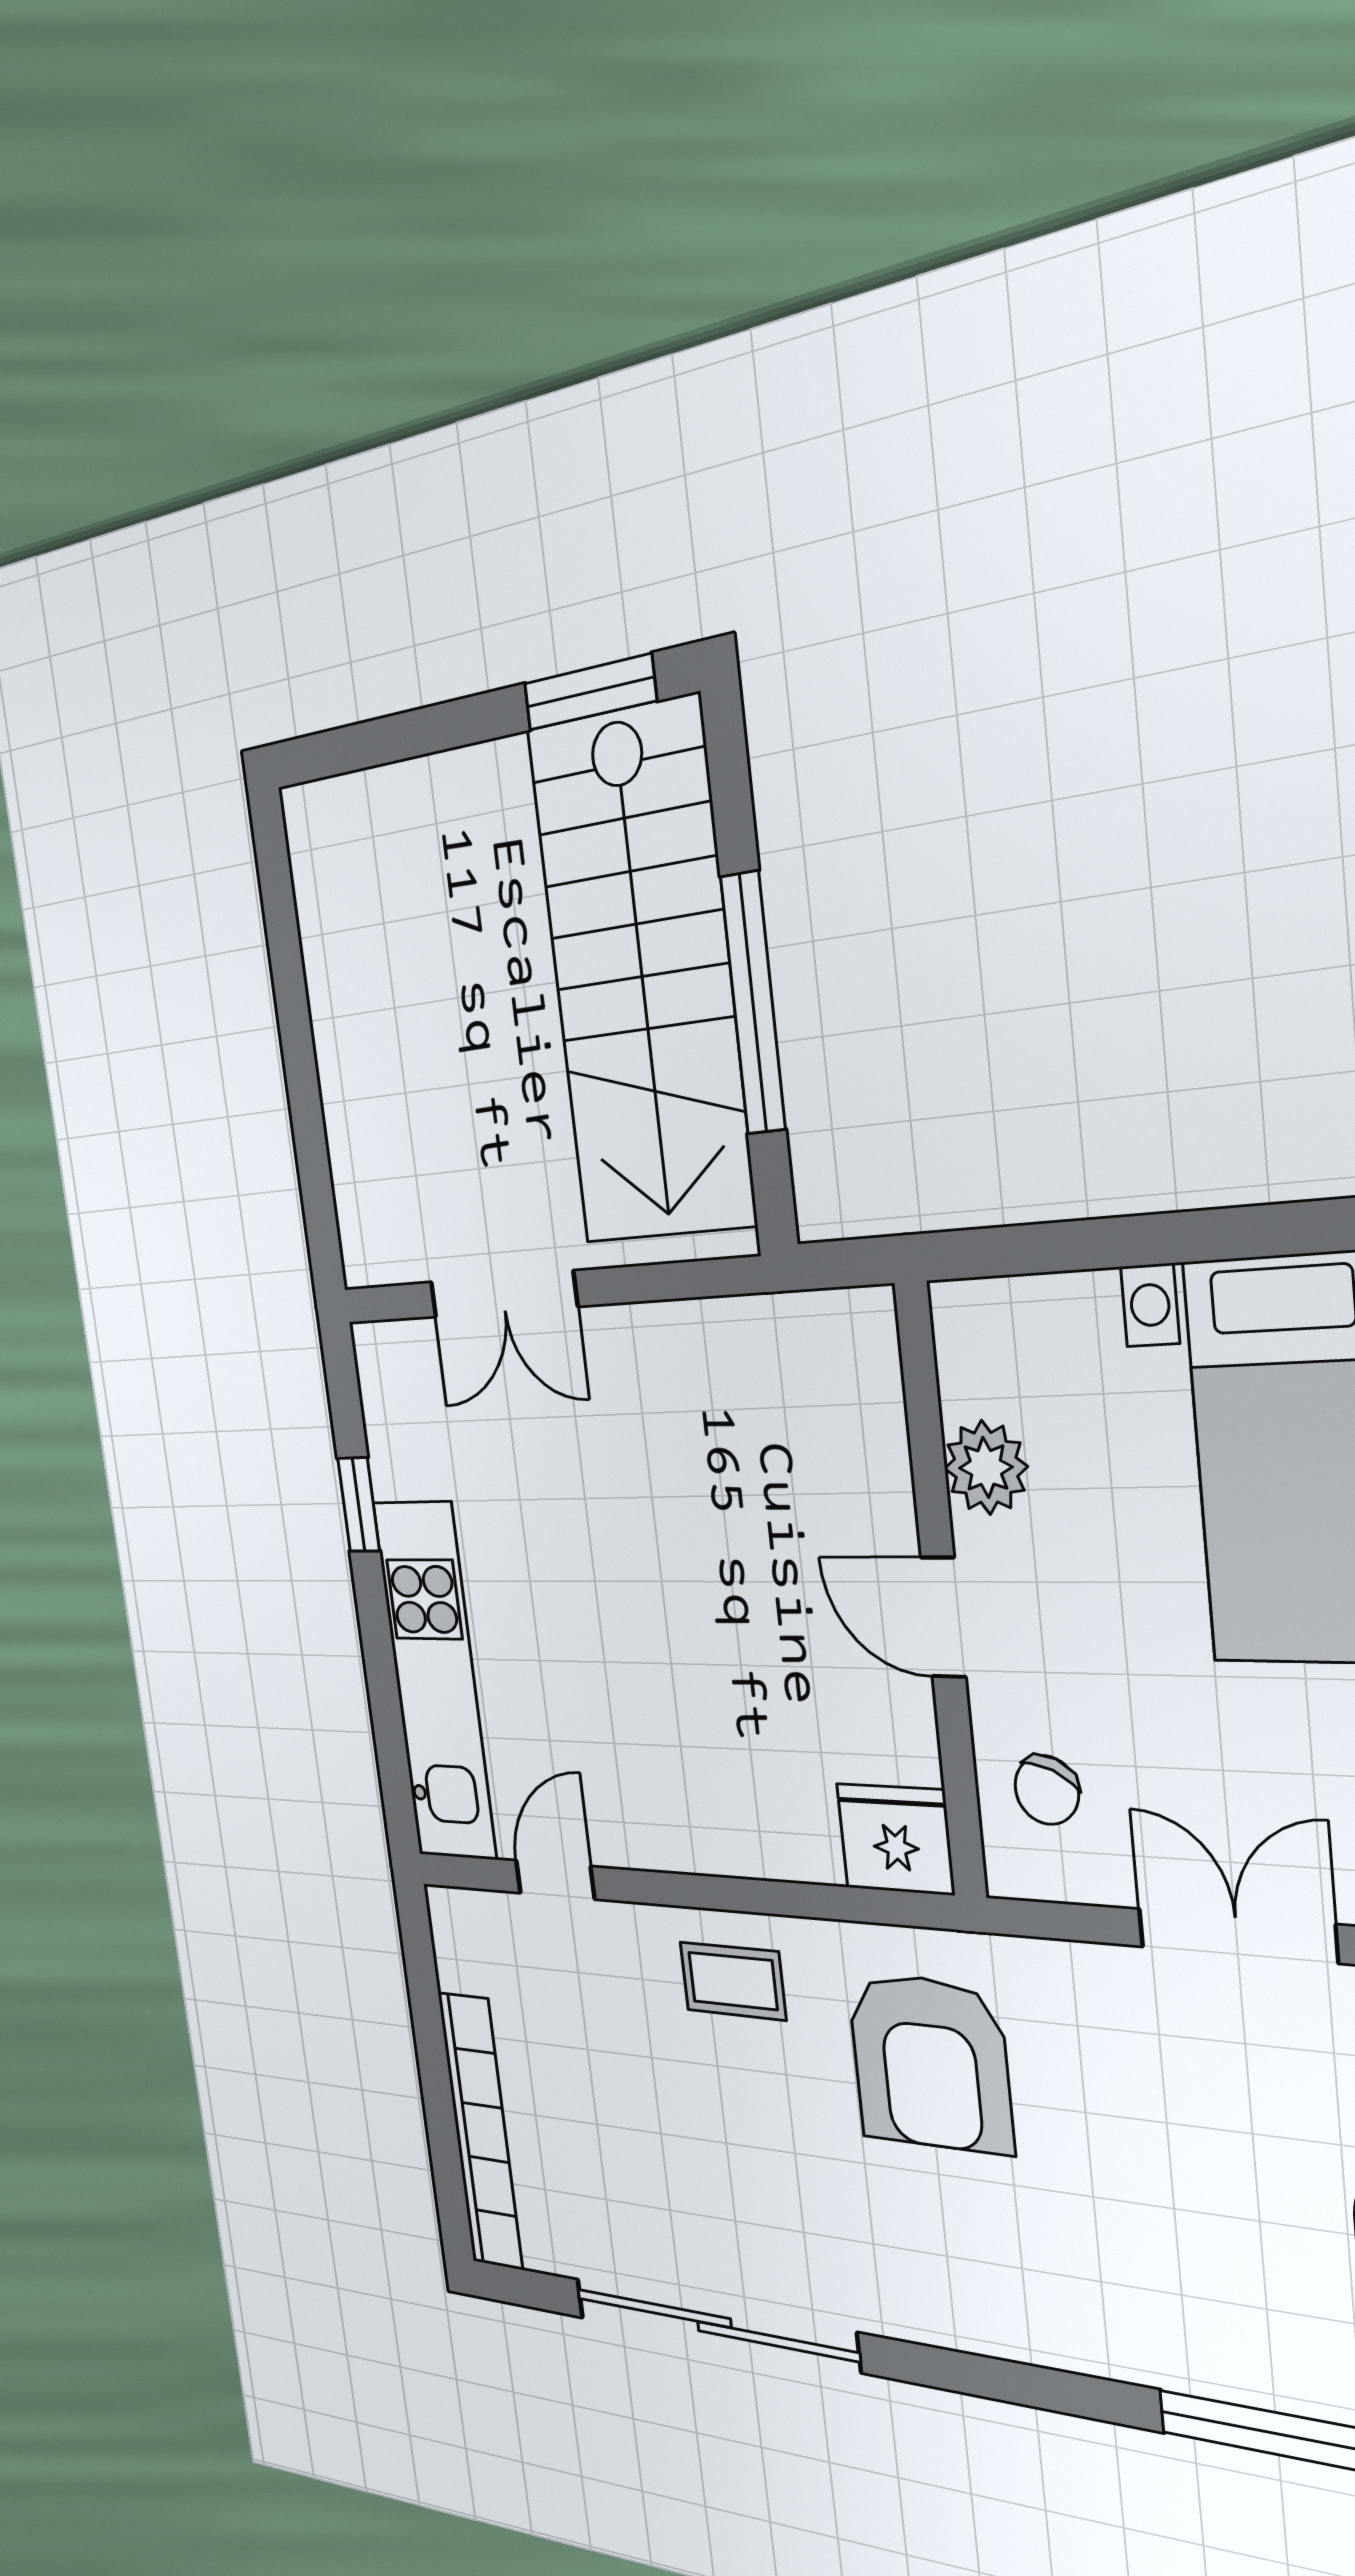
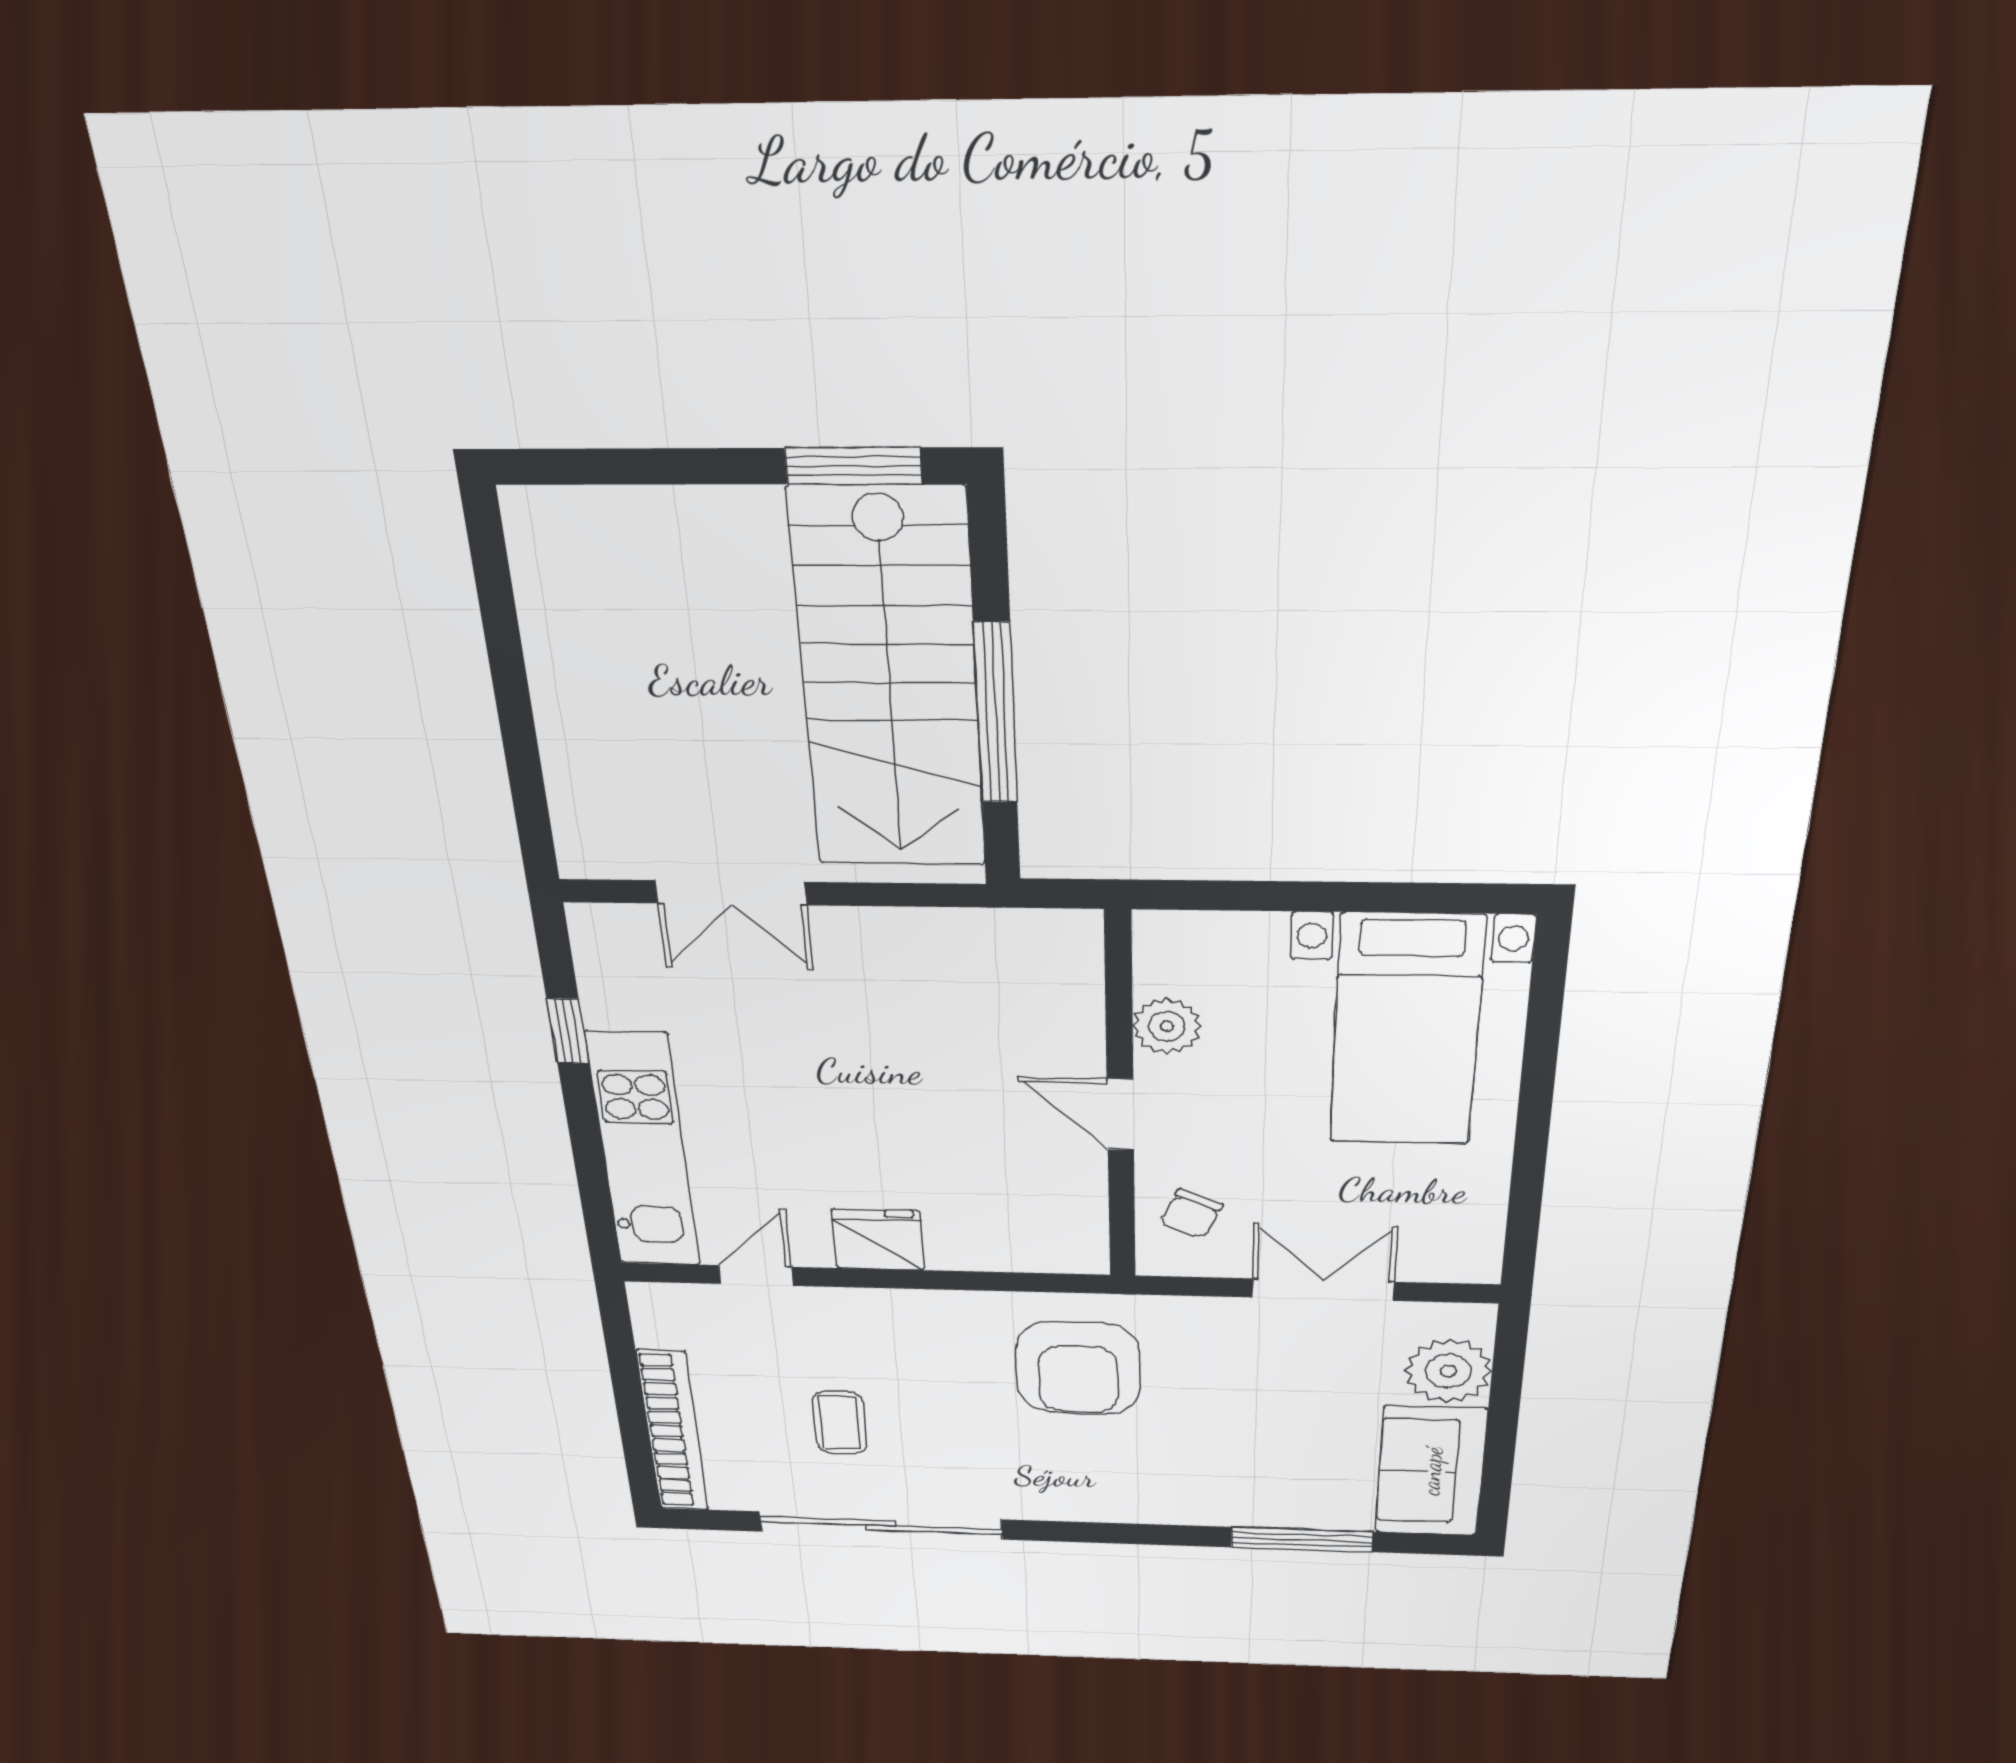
fridge: (895, 1839) -> (878, 1240), moved
coffee table: (733, 1981) -> (840, 1423), moved, turned 90

